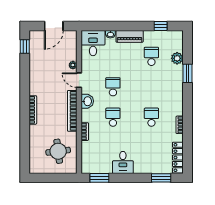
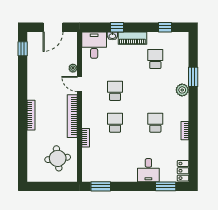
window: (115, 26) -> (117, 27), added
plant: (177, 58) -> (182, 90), moved
washbasin: (87, 101) -> (88, 106), removed
locker: (178, 158) -> (183, 171), width x0.66
desk: (123, 162) -> (148, 170), moved

